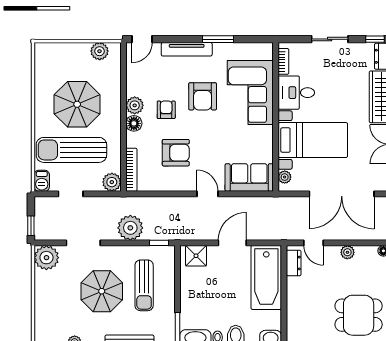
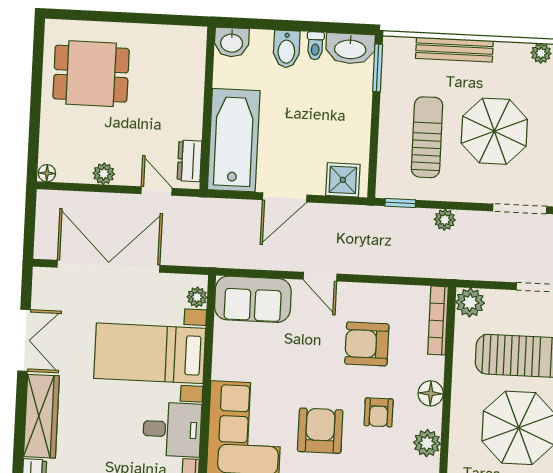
plant: (135, 105) -> (427, 443), moved
plant: (130, 228) -> (445, 220), width x0.53, depth x0.53

